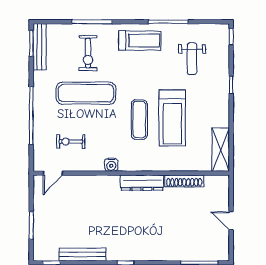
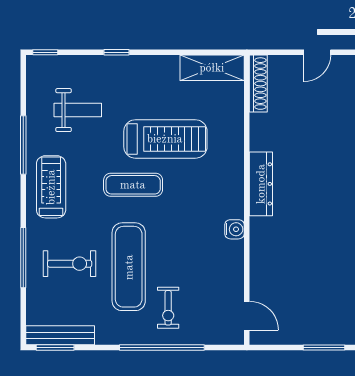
exercise mat: (139, 120) -> (133, 185), moved
exercise bike: (71, 142) -> (168, 308), moved
shoe rack: (184, 181) -> (258, 84), moved

